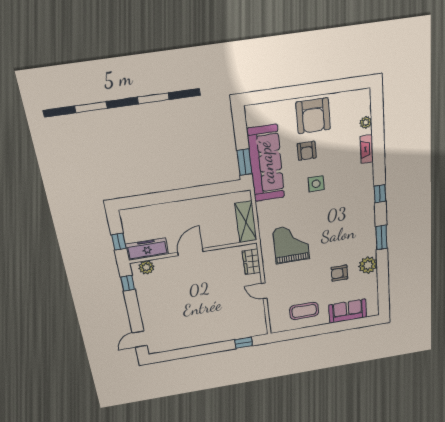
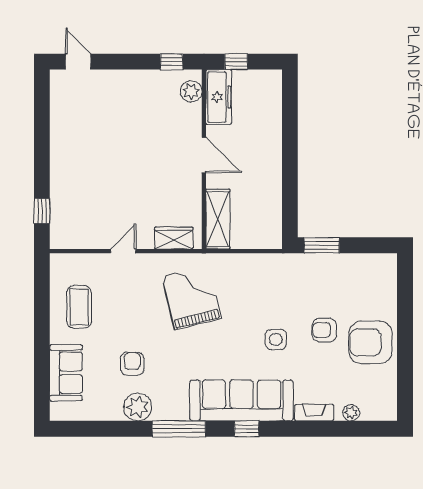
sofa: (266, 163) -> (241, 400), moved, turned 180
shelving: (246, 222) -> (218, 219), moved, turned 90
window: (381, 237) -> (179, 429), width x1.44
grand piano: (291, 244) -> (192, 297), turned -104

